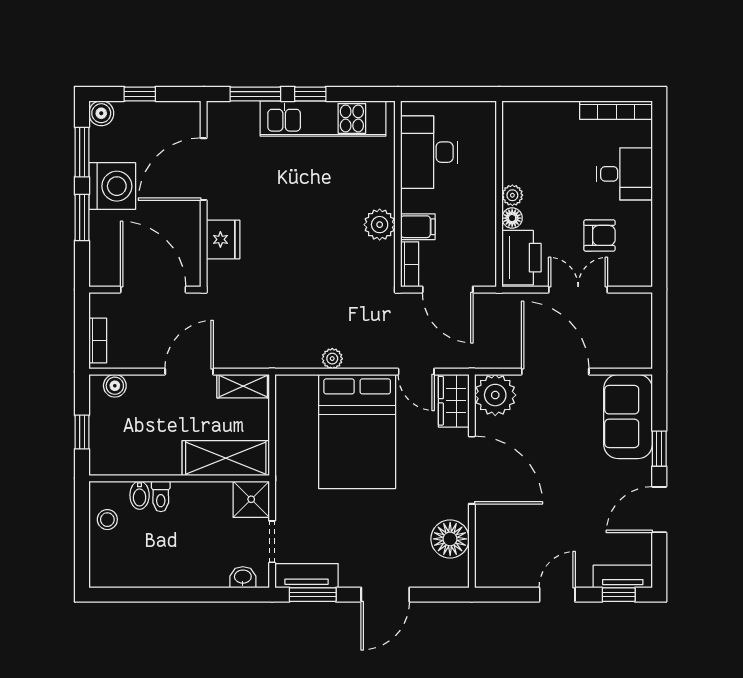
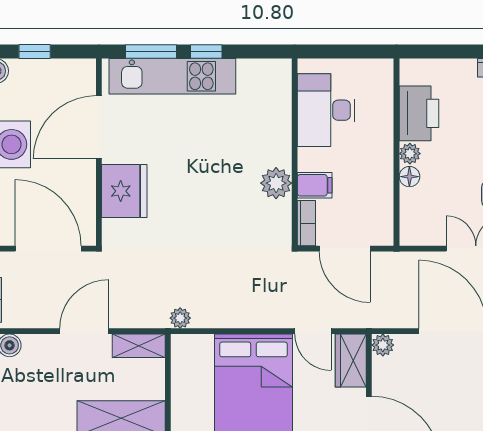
kitchen unit: (323, 118) -> (172, 76), moved
fridge: (223, 239) -> (124, 191), width x1.36, depth x1.34
printer: (522, 258) -> (419, 113), moved
plant: (332, 359) -> (180, 318), moved
plant: (495, 395) -> (383, 345), width x0.53, depth x0.53

